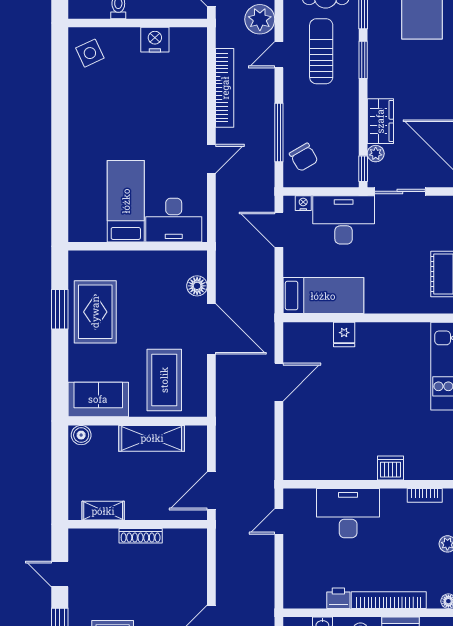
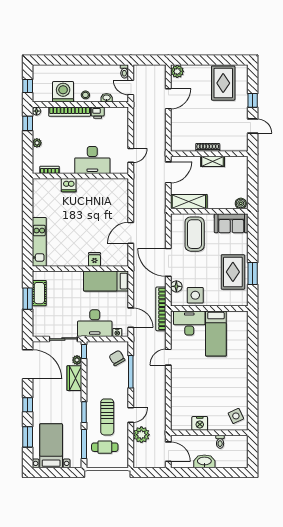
bookcase: (225, 88) -> (161, 309), moved
side table: (163, 270) -> (195, 295), added
shelving: (152, 438) -> (189, 202), moved
shelving: (103, 511) -> (213, 161), moved

